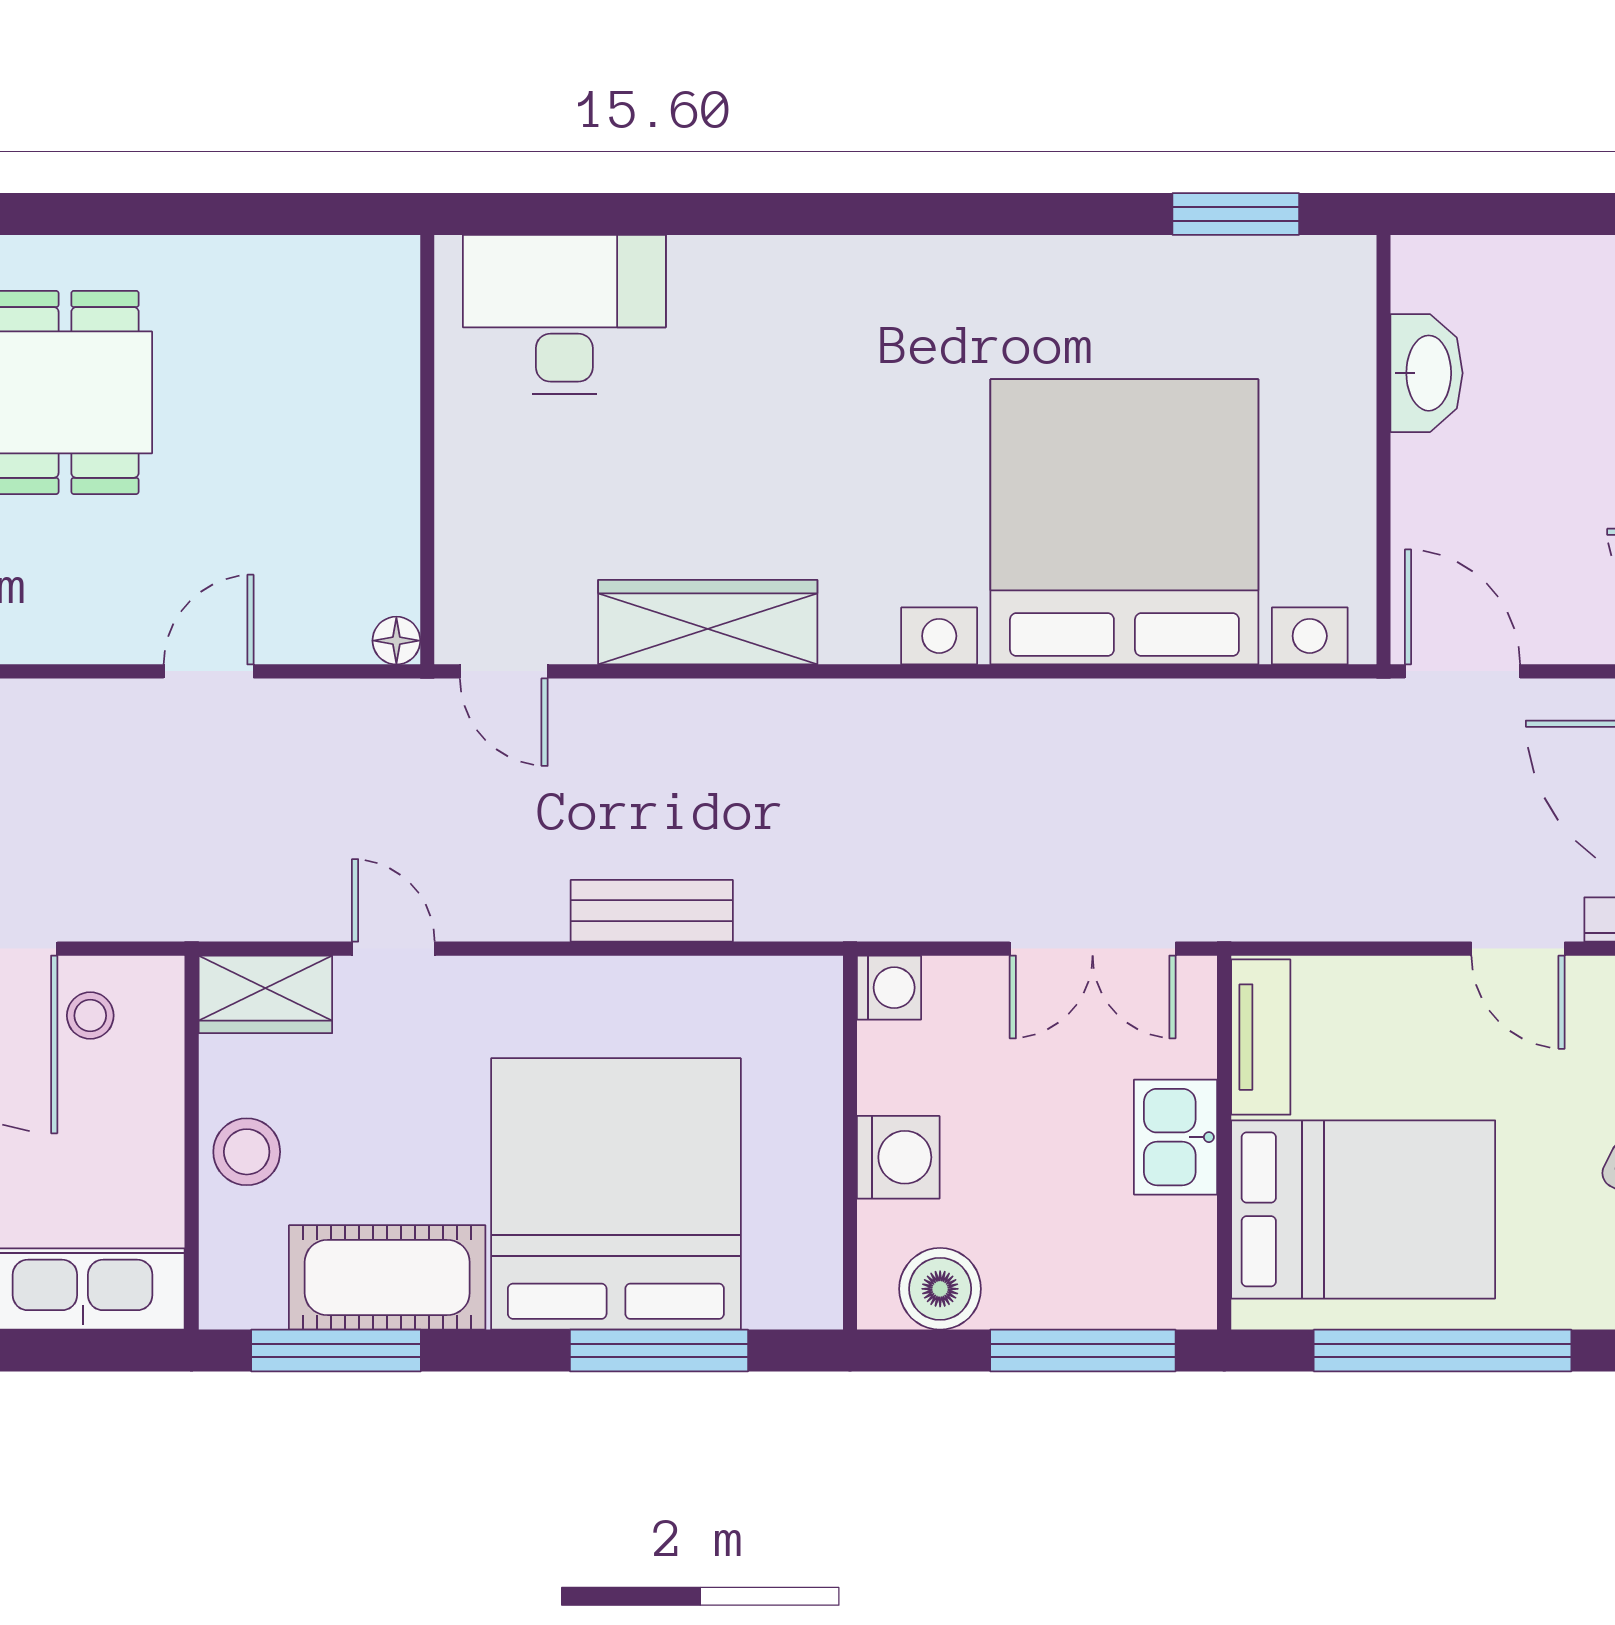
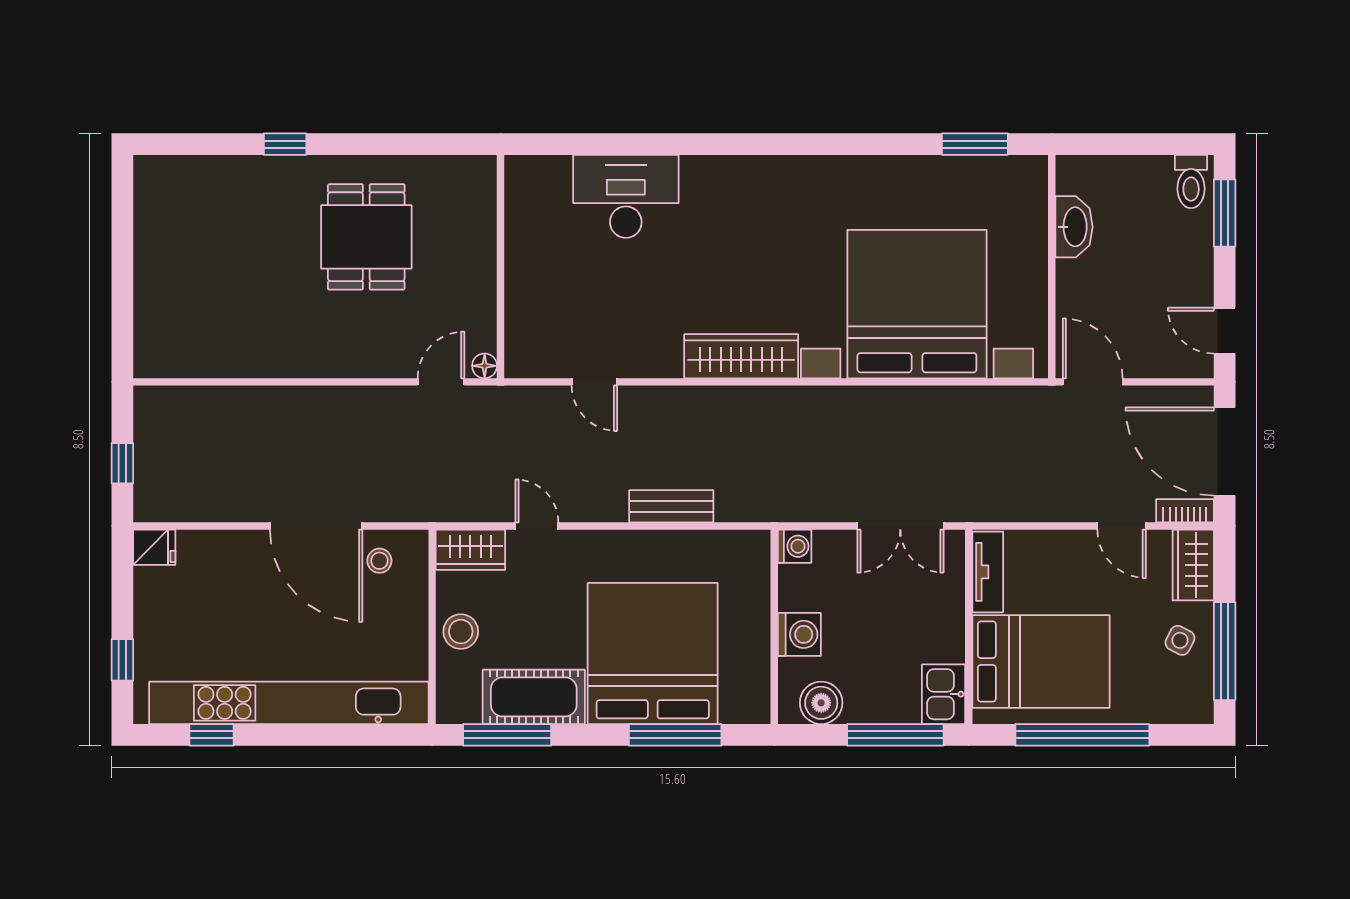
wall: (427, 450) -> (501, 267), moved
wardrobe: (708, 622) -> (741, 356), moved
floor lamp: (396, 641) -> (485, 366), moved
kitchen sink: (1176, 1137) -> (944, 694), moved

